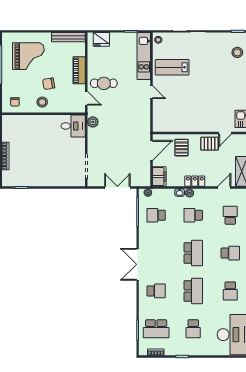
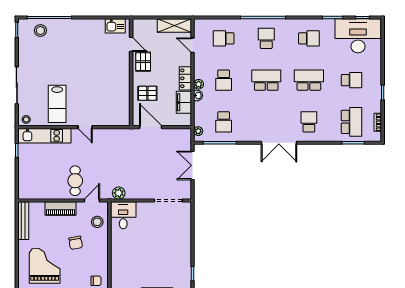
fridge: (101, 39) -> (26, 183), removed
door: (151, 92) -> (85, 127), swing flipped
stool: (42, 102) -> (97, 222), moved
filing cabinet: (159, 177) -> (184, 102), moved, turned -90

